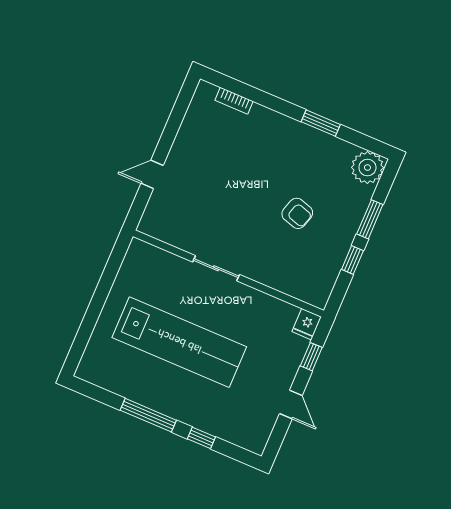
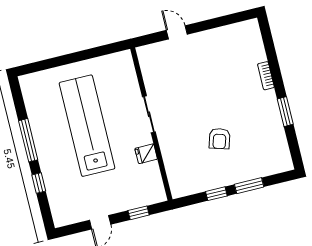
bookcase: (234, 101) -> (266, 76), moved
plant: (367, 168) -> (280, 160), removed
fridge: (307, 324) -> (146, 154), moved
lab bench: (179, 342) -> (87, 126), turned 180

